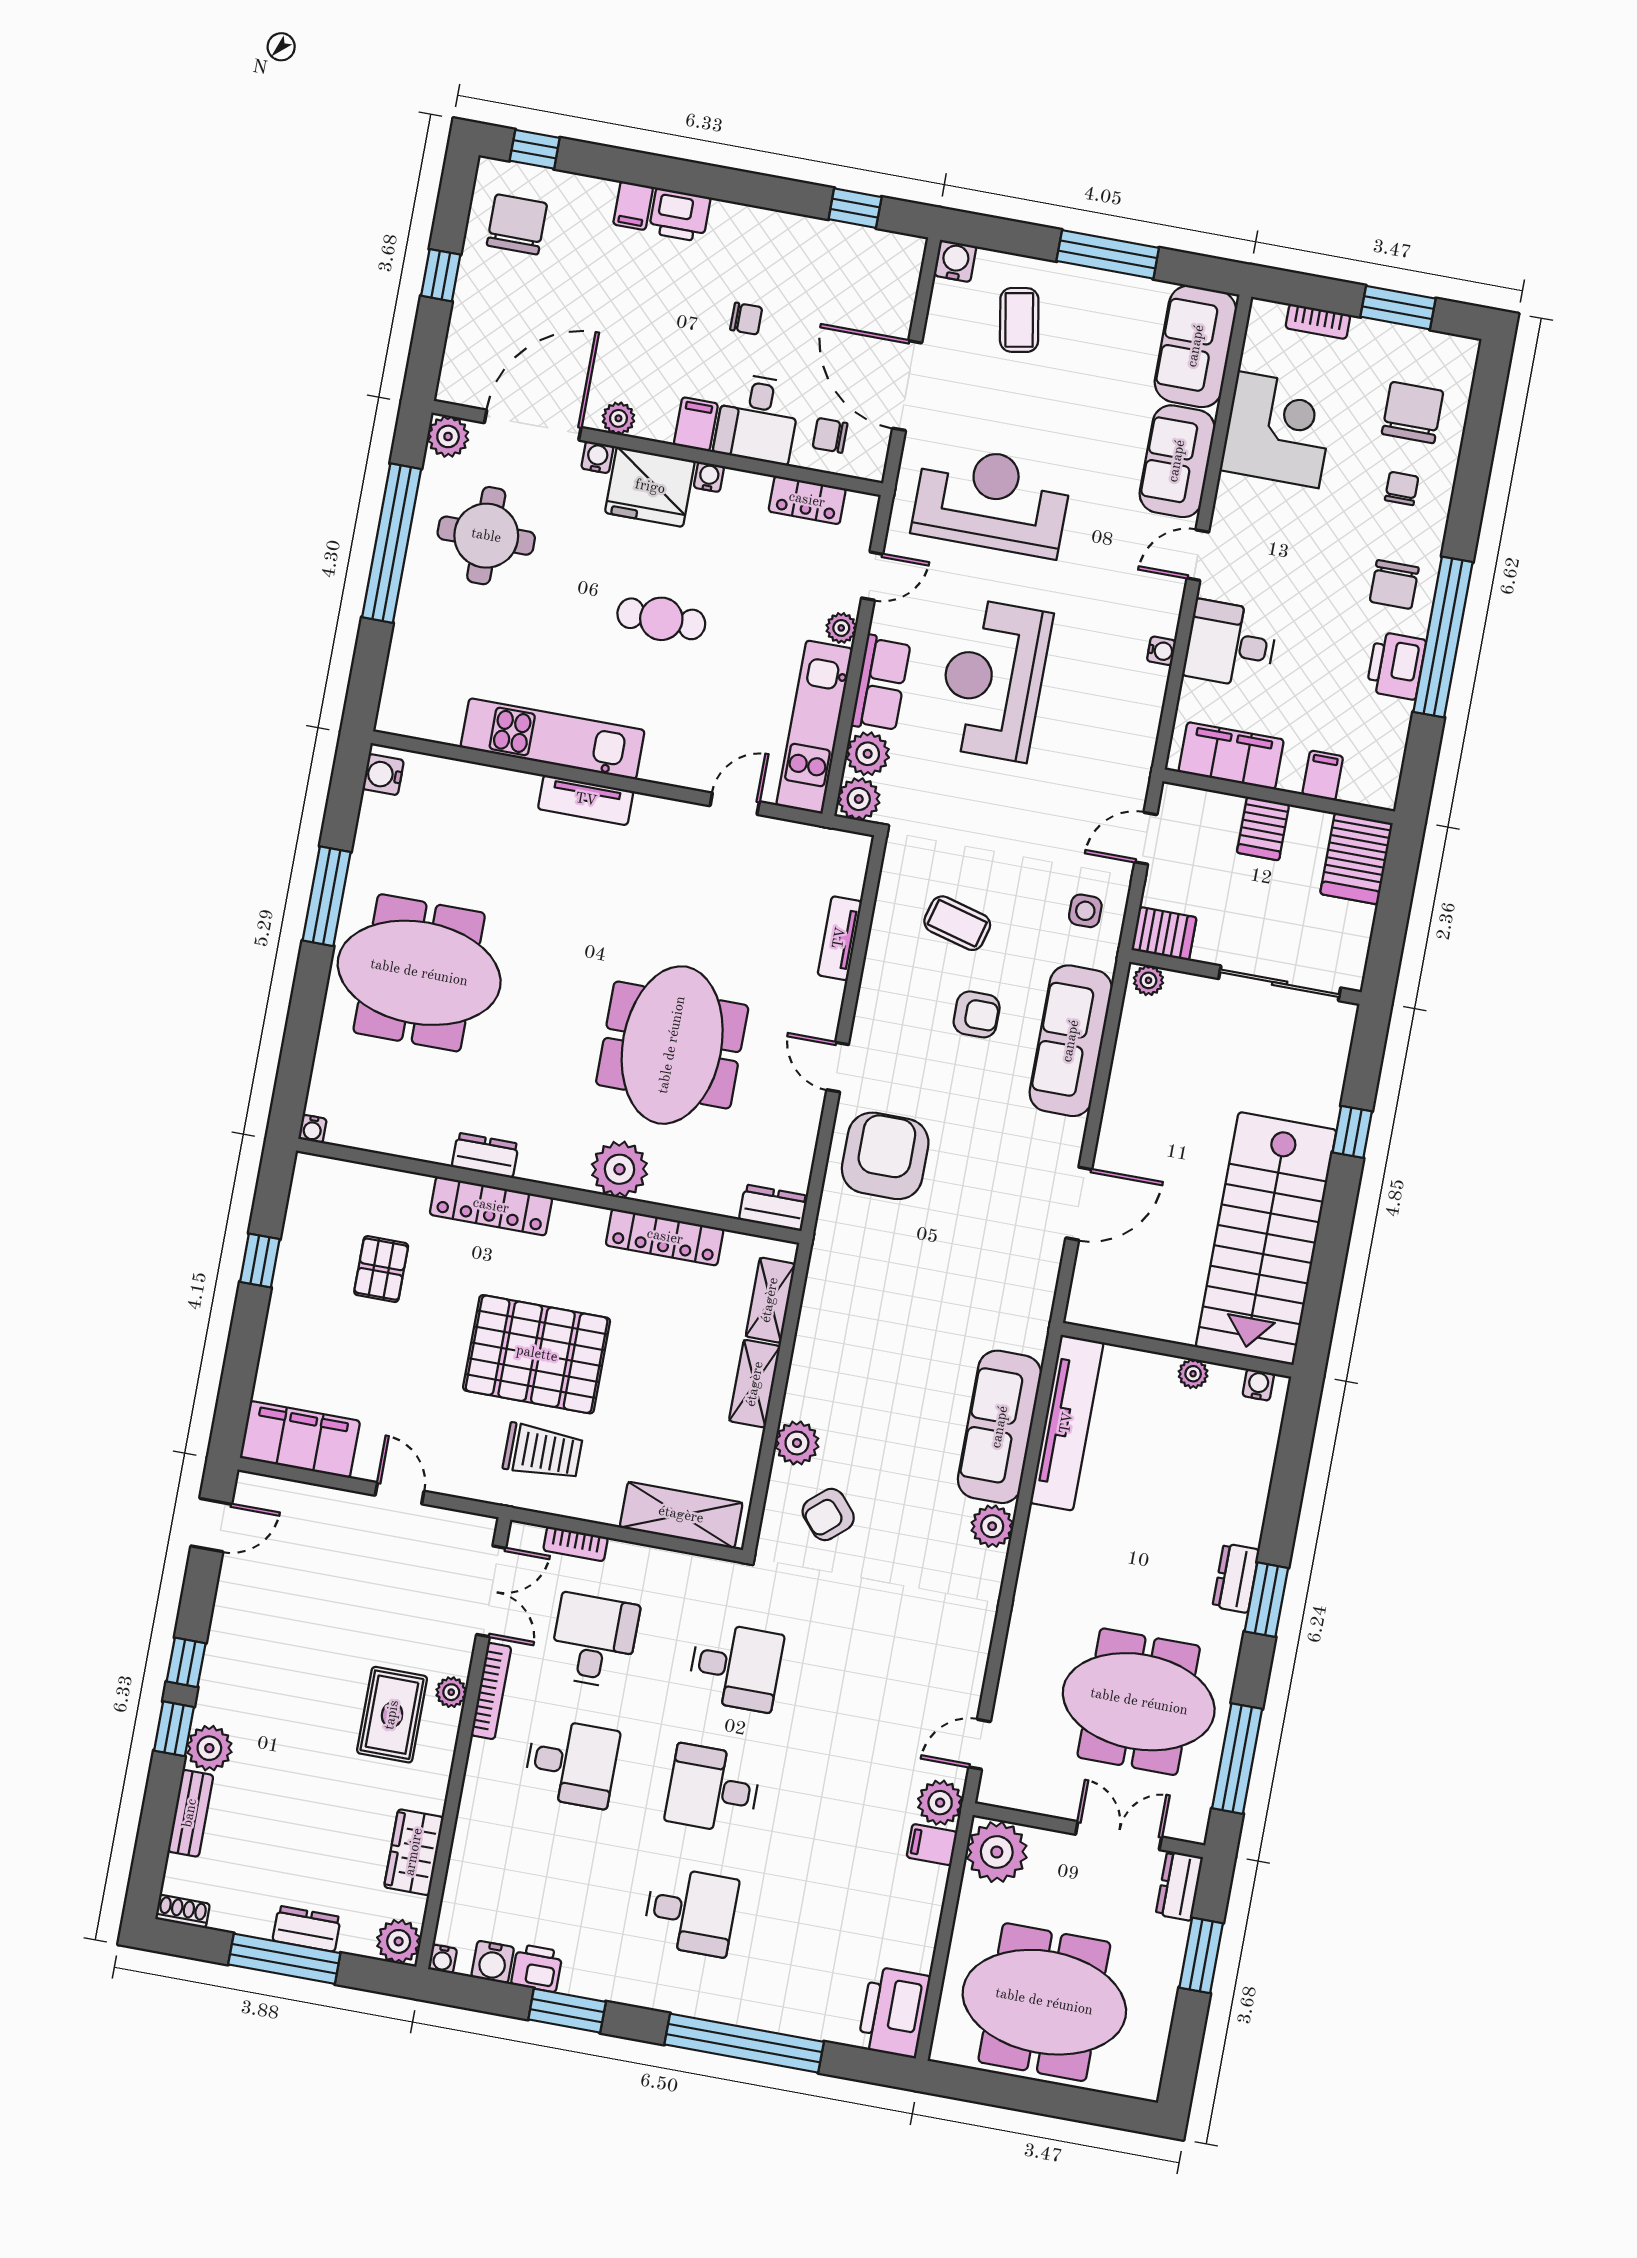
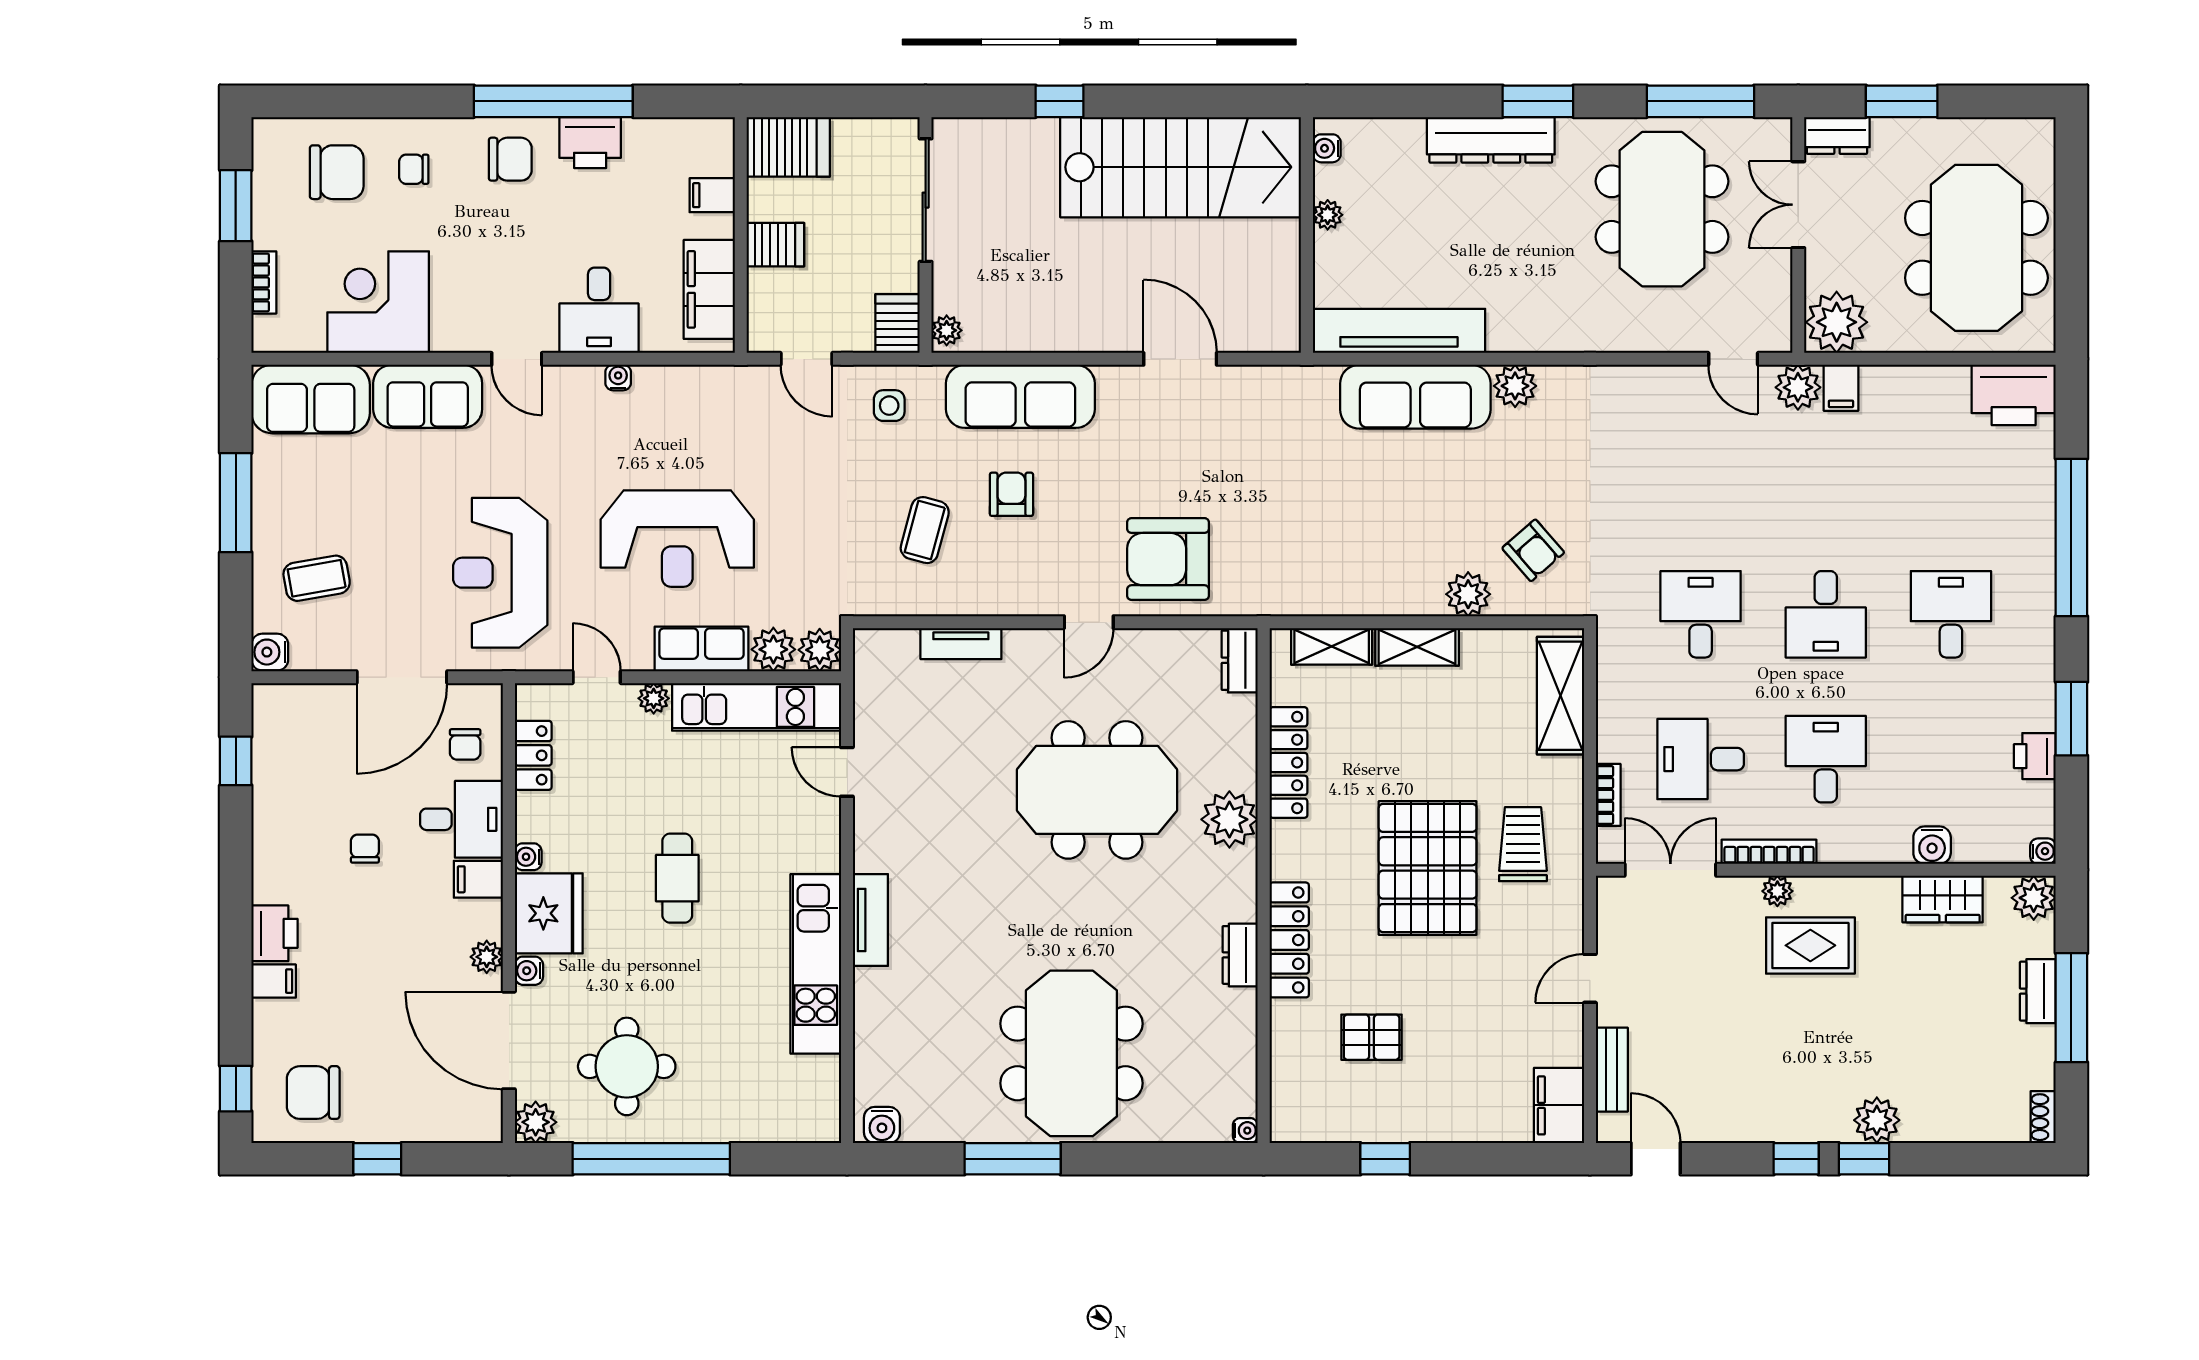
chair: (1413, 412) -> (337, 172), turned 180
filing cabinet: (300, 1439) -> (1559, 1105), width x0.67, depth x0.86
dresser: (1236, 1578) -> (1491, 140), width x1.96, depth x1.24
bench: (190, 1813) -> (1612, 1070), moved, turned 90
water cooler: (493, 1962) -> (1932, 845), moved, turned 90

